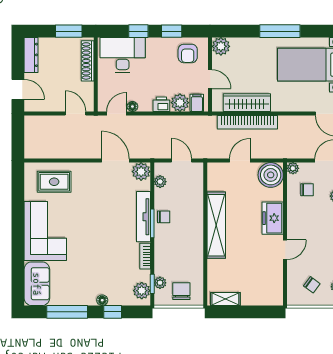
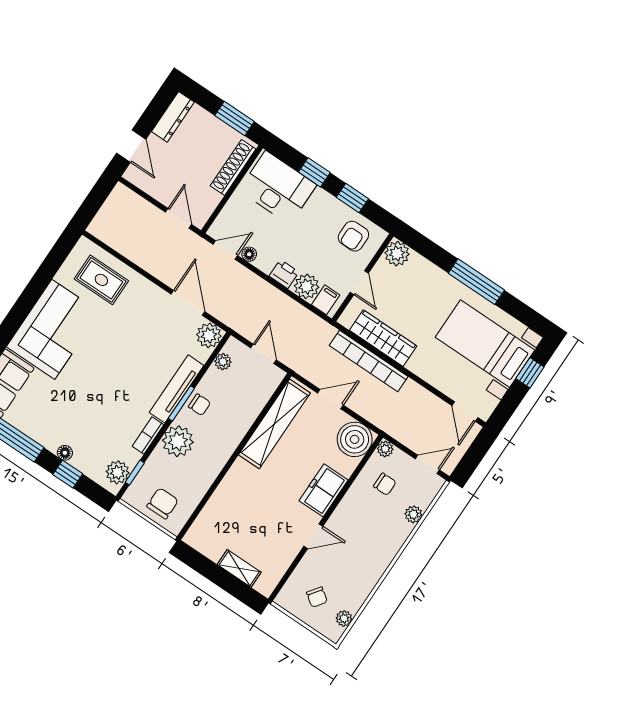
shelving: (216, 225) -> (274, 424), moved
plant: (160, 283) -> (178, 441), moved, width x1.88, depth x1.88
shelving: (225, 299) -> (239, 568), moved

